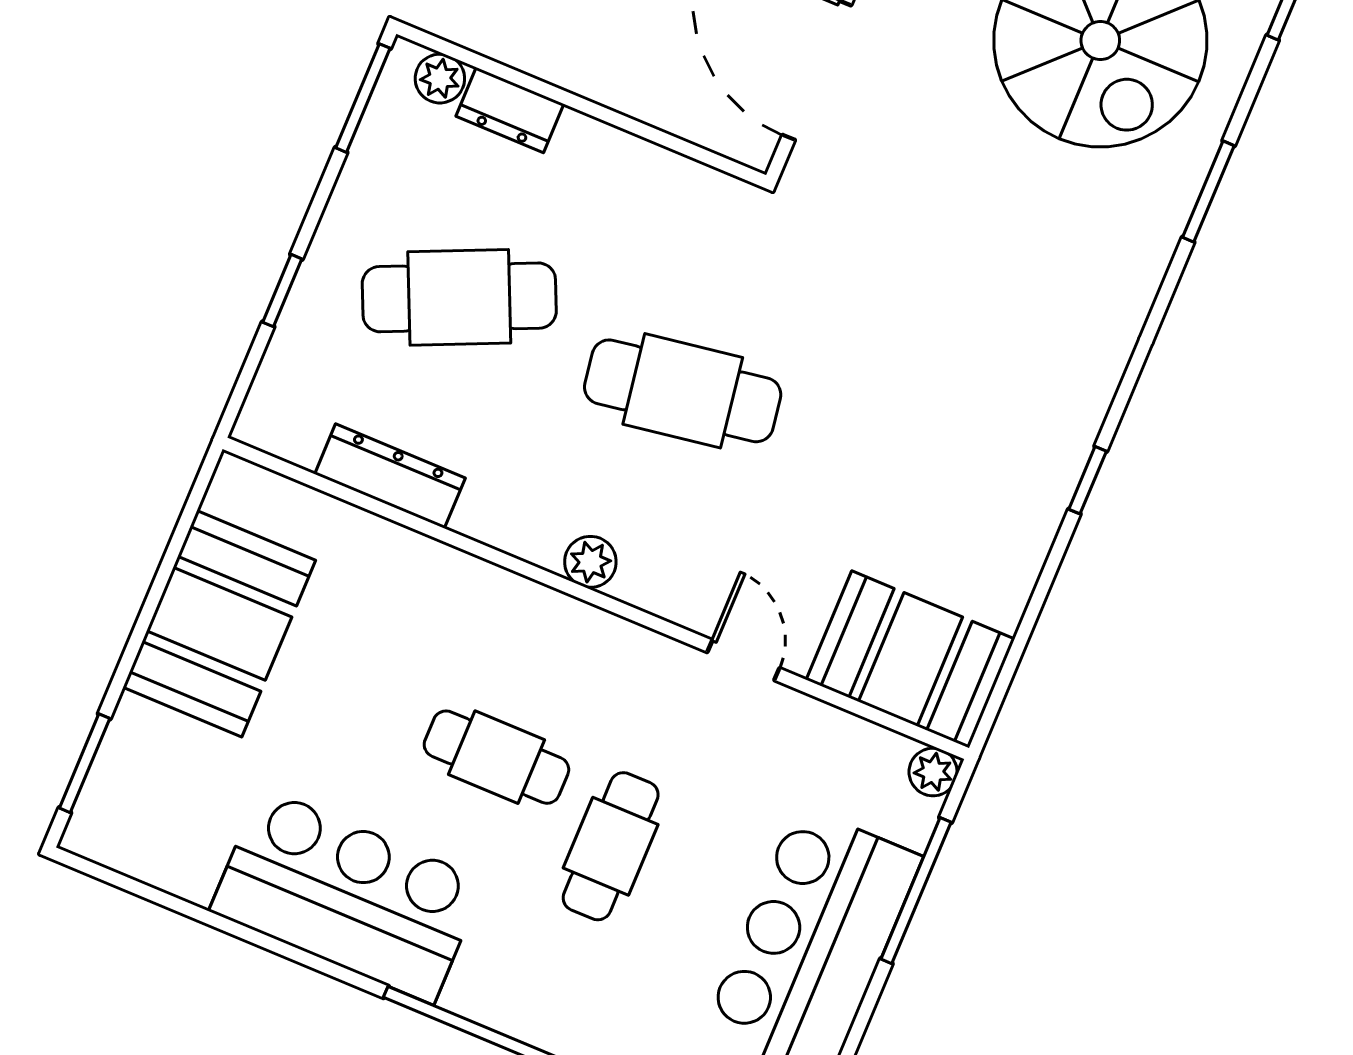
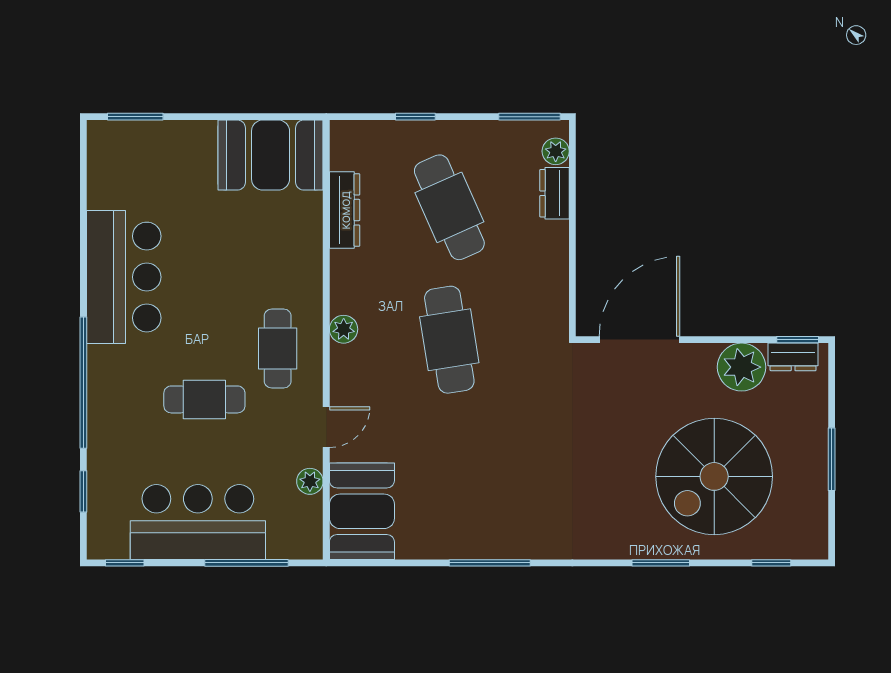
window: (1088, 480) -> (490, 563), width x2.17
booth: (219, 624) -> (271, 155), moved
cafe table: (496, 757) -> (278, 349), moved
plant: (933, 772) -> (310, 481), moved

